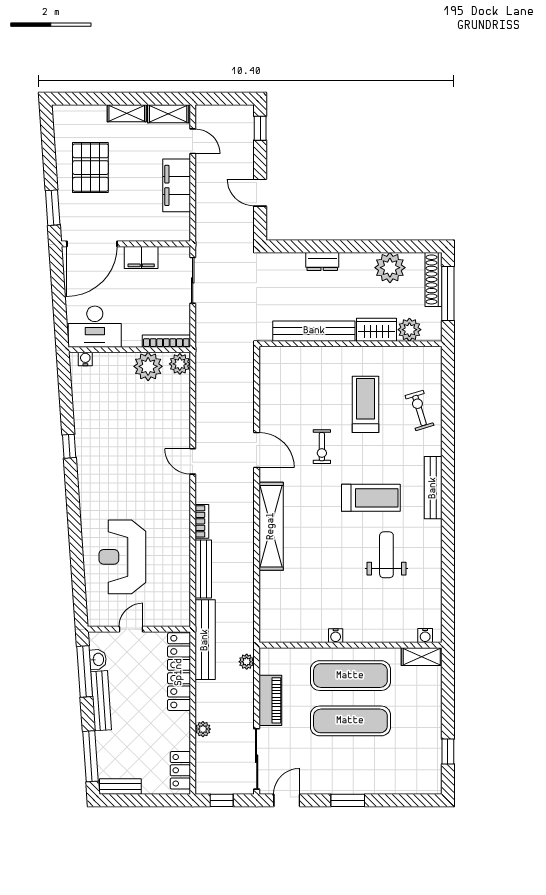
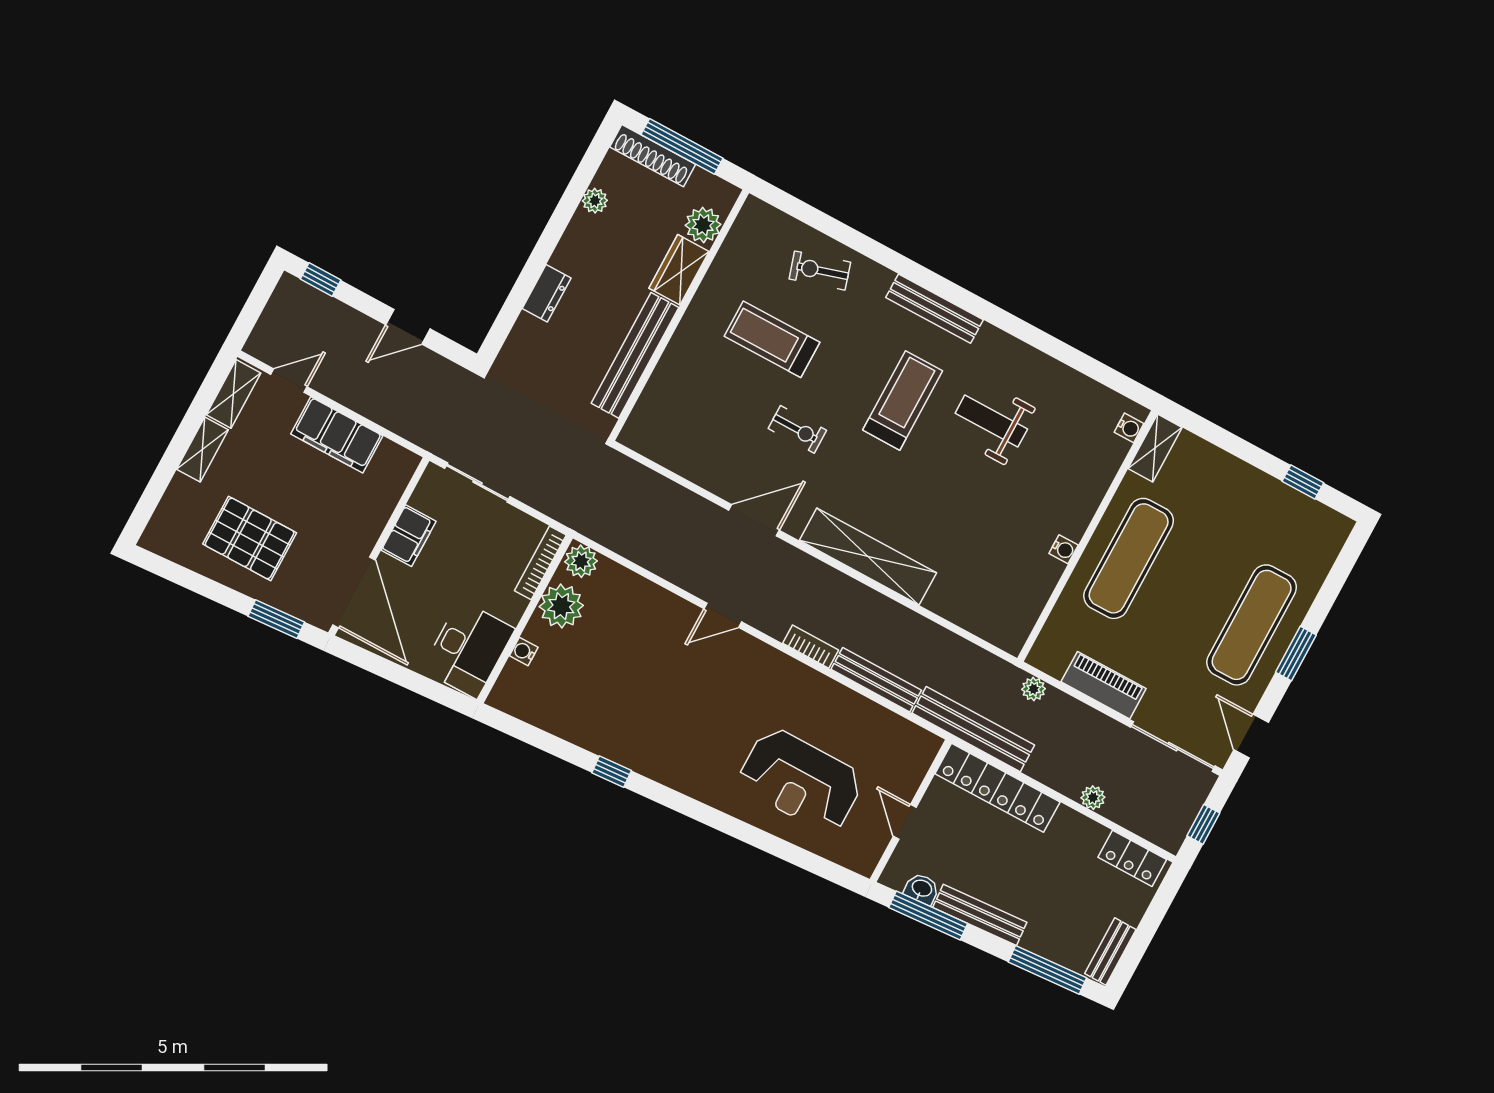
plant: (390, 268) -> (595, 201), width x0.53, depth x0.53
water cooler: (85, 359) -> (524, 651), moved
exercise mat: (350, 721) -> (1252, 625), moved

